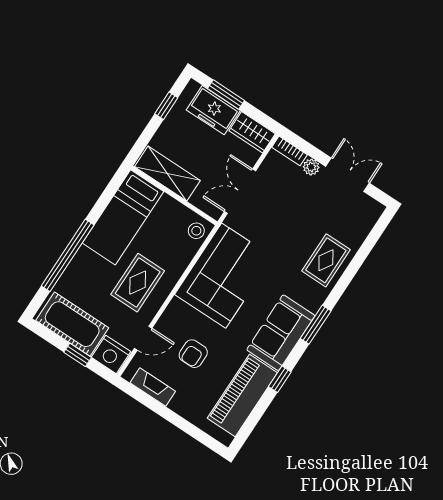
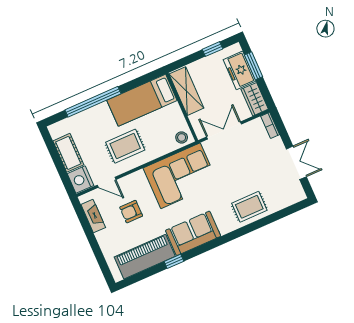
plant: (311, 167) -> (277, 144), removed
cot: (72, 324) -> (68, 153), width x0.73, depth x0.75
window: (316, 325) -> (218, 242), removed
window: (78, 355) -> (60, 167), removed

